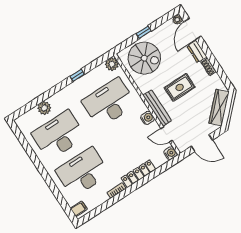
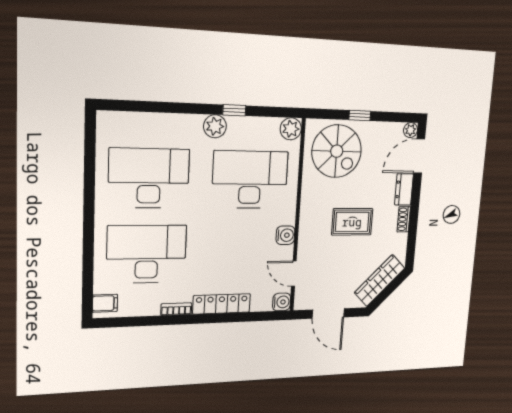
plant: (44, 108) -> (215, 126), moved
bench: (157, 108) -> (306, 230), removed

